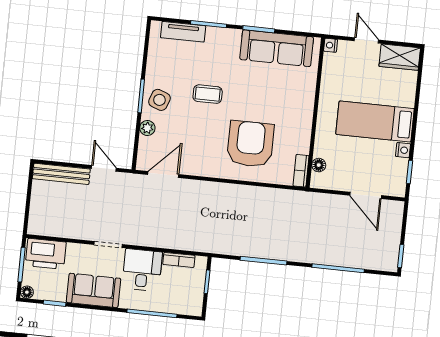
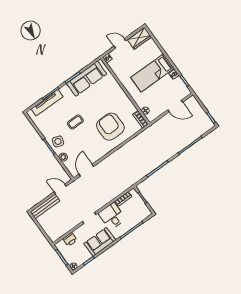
tv unit: (183, 32) -> (47, 103), width x1.41
printer: (46, 254) -> (70, 239), width x0.53, depth x0.68

